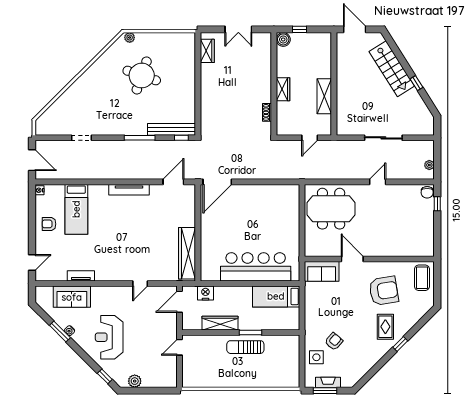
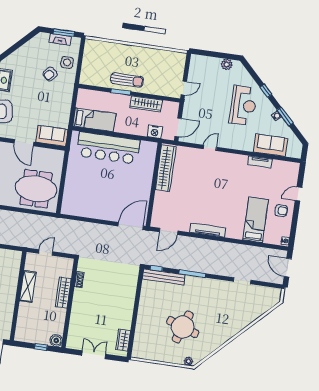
wardrobe: (283, 89) -> (63, 293), width x1.50
door: (32, 262) -> (298, 194), moved
window: (105, 376) -> (266, 91), moved

